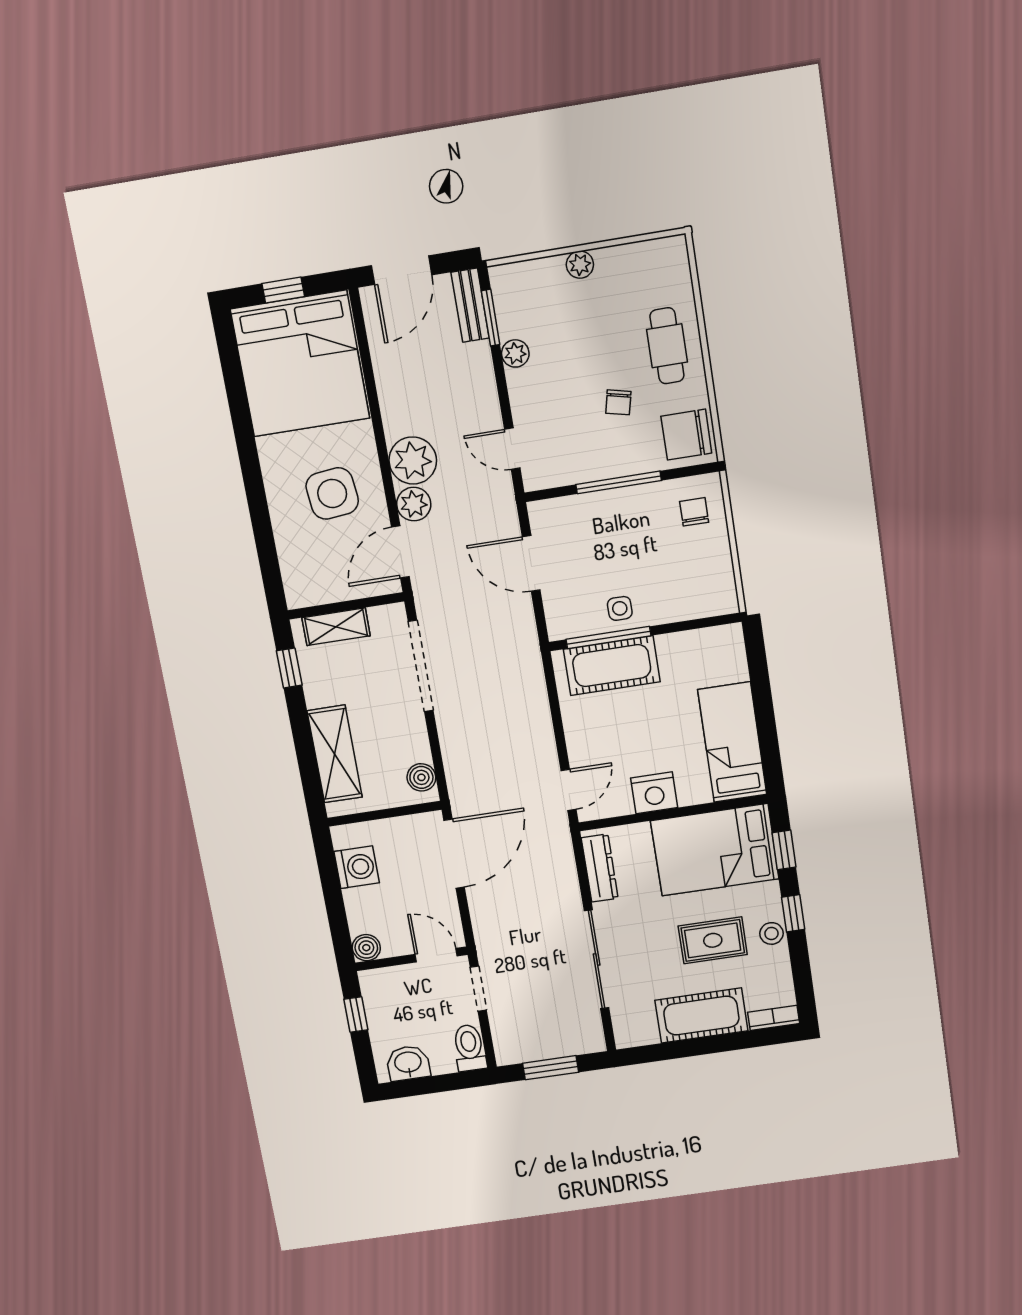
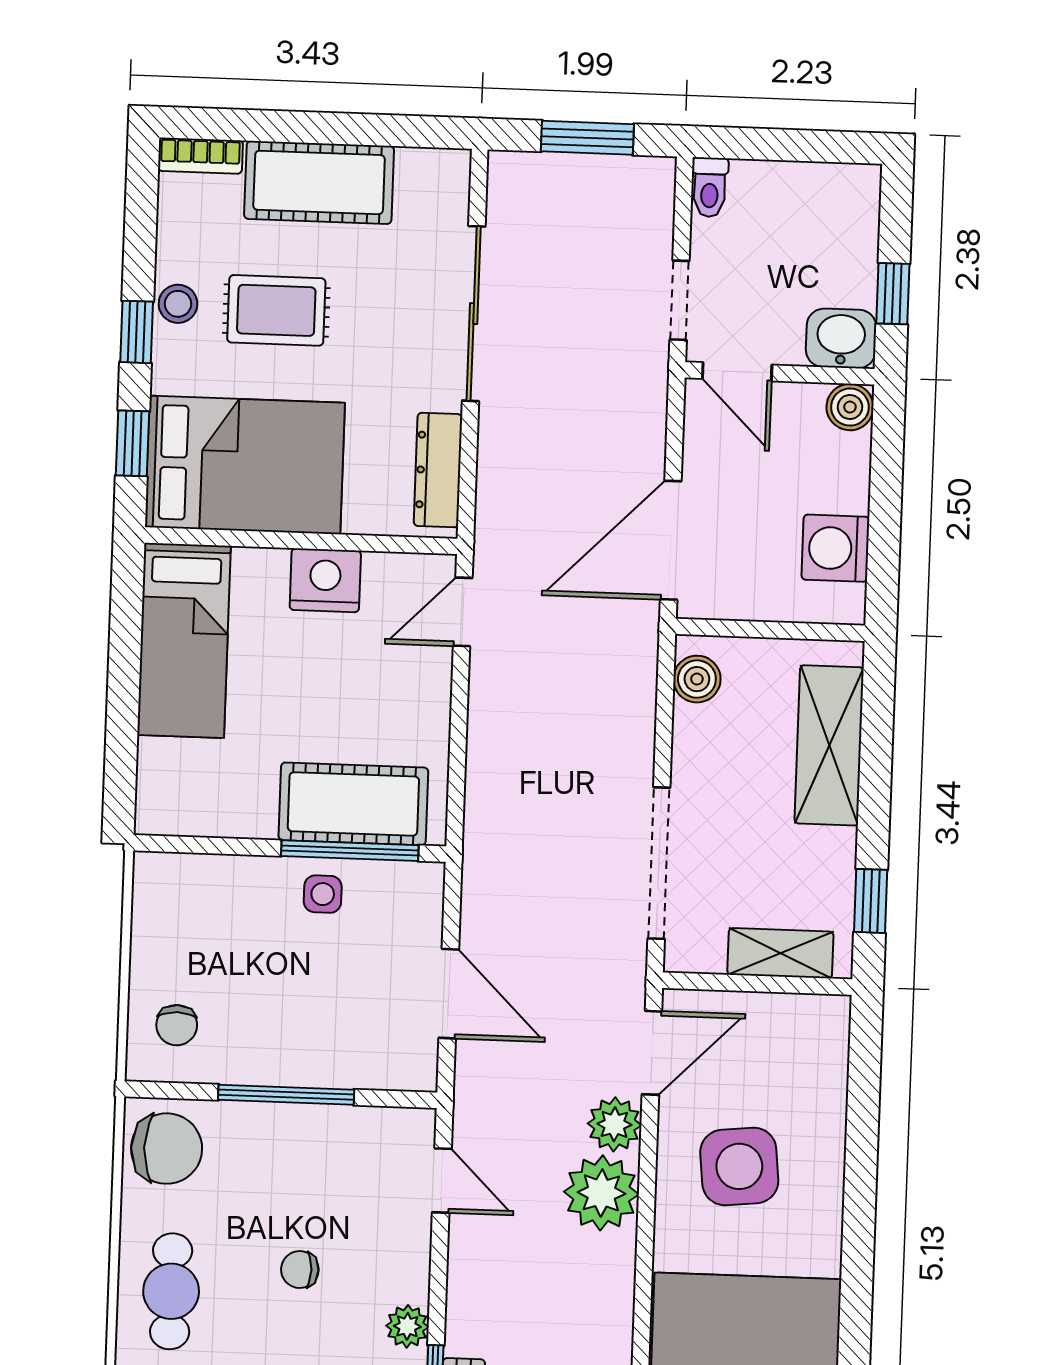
chair: (618, 402) -> (300, 1270), moved, turned -103
toilet: (469, 1048) -> (710, 187), width x0.73, depth x0.72
washbasin: (408, 1063) -> (841, 338), moved, turned 180

